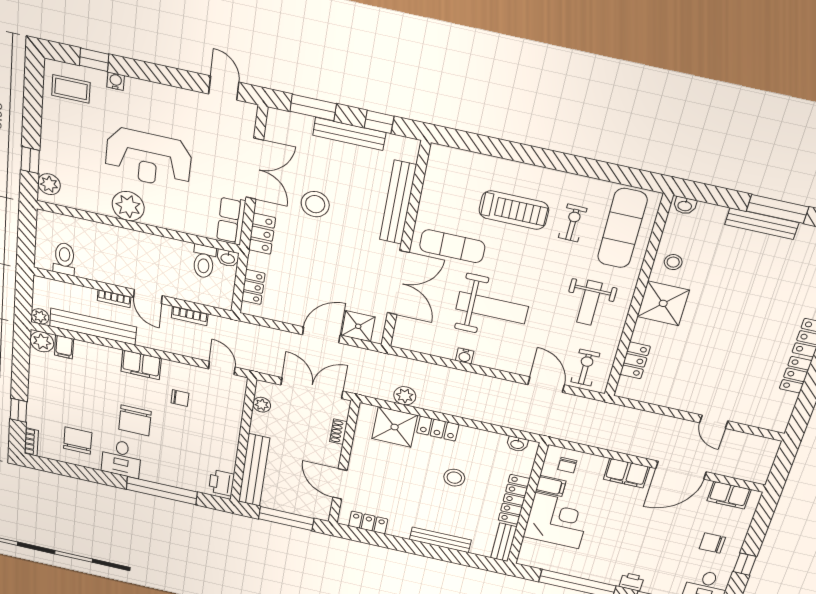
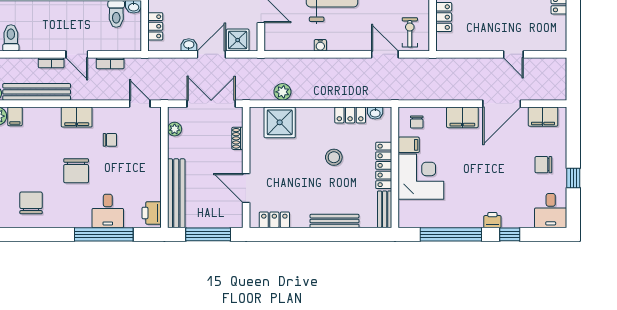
washbasin: (294, 318) -> (189, 45), added
locker: (438, 429) -> (350, 115), moved
desk: (121, 458) -> (108, 211), moved

